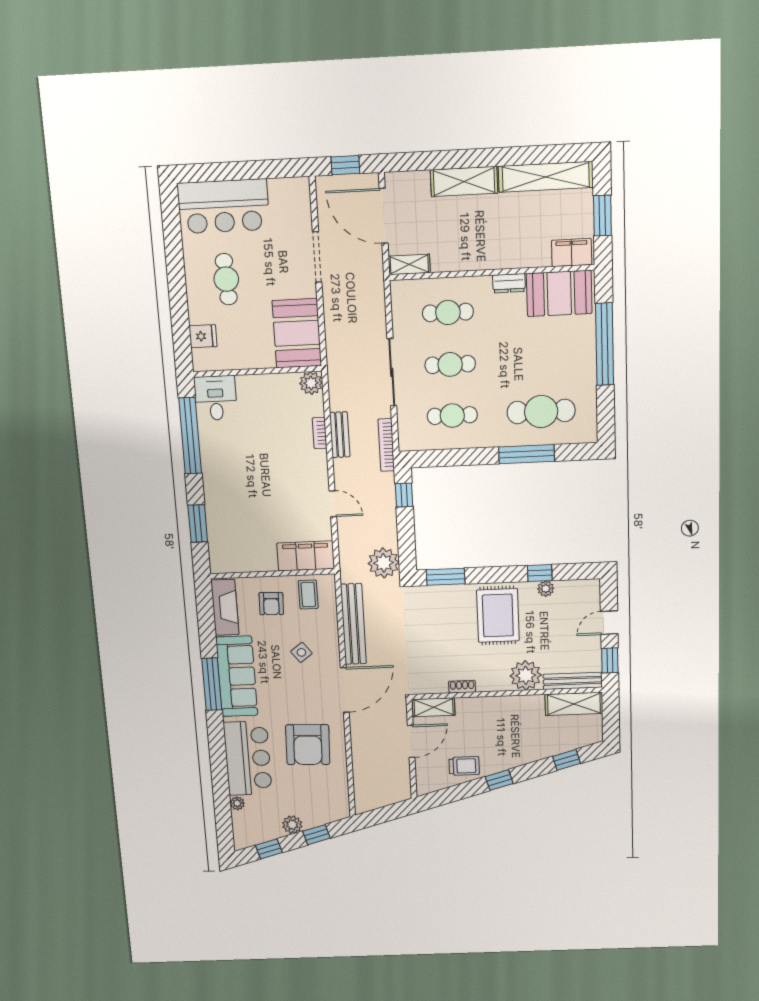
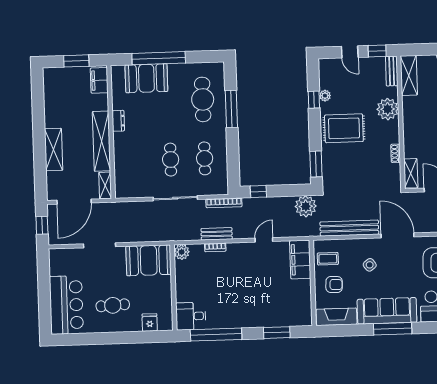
shelving: (546, 177) -> (102, 141), moved
booth: (559, 293) -> (146, 78), moved, turned 90
cafe table: (448, 312) -> (137, 161), removed
bench: (573, 681) -> (392, 71), width x0.73

